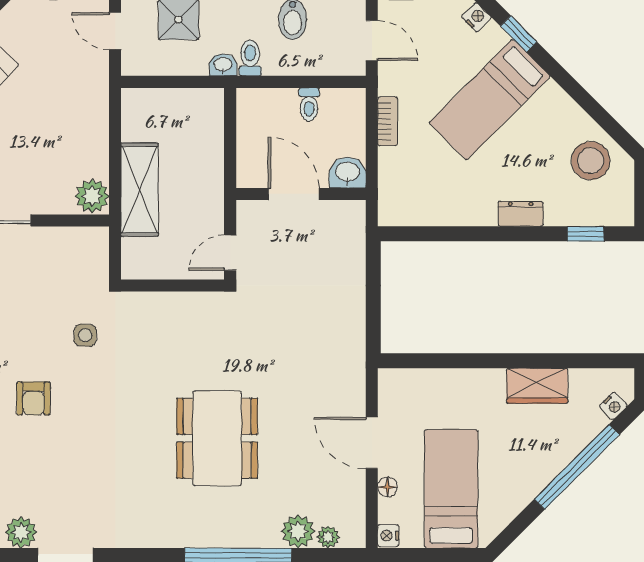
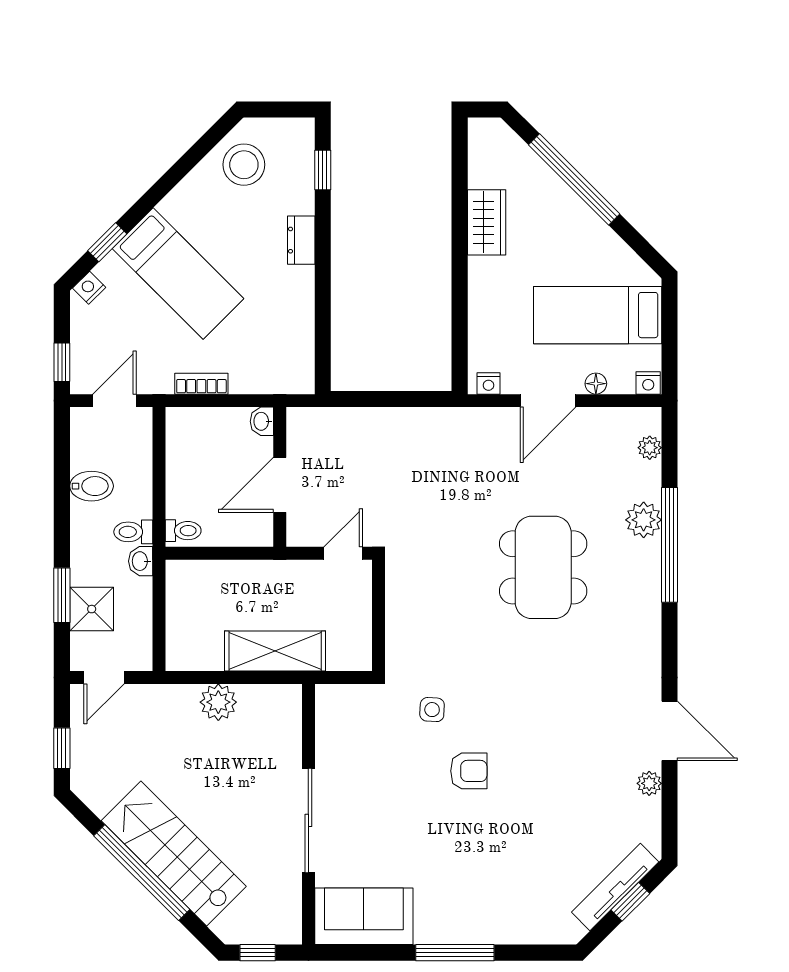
toilet: (309, 104) -> (183, 531), moved
washbasin: (348, 173) -> (262, 421), width x0.72, depth x0.69
plant: (92, 196) -> (218, 702), moved
door: (230, 253) -> (343, 553), swing flipped
armchair: (33, 398) -> (469, 771), moved
nightstand: (613, 406) -> (488, 383), moved, turned 135
dining table: (217, 438) -> (543, 567), turned 90
plant: (298, 531) -> (644, 520), moved
plant: (21, 532) -> (649, 783), width x0.73, depth x0.73

